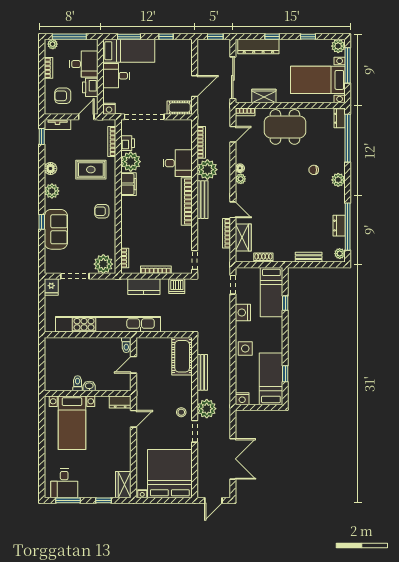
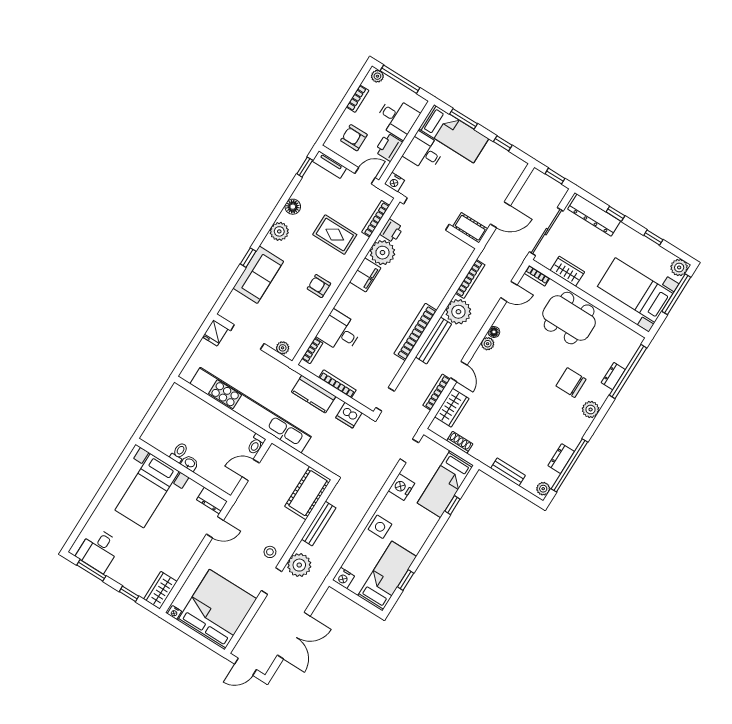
dresser: (340, 118) -> (613, 376), moved
desk: (178, 163) -> (340, 332), moved, turned 180
chair: (314, 170) -> (571, 383), width x1.87, depth x1.87
plant: (103, 264) -> (283, 348), width x0.53, depth x0.53

